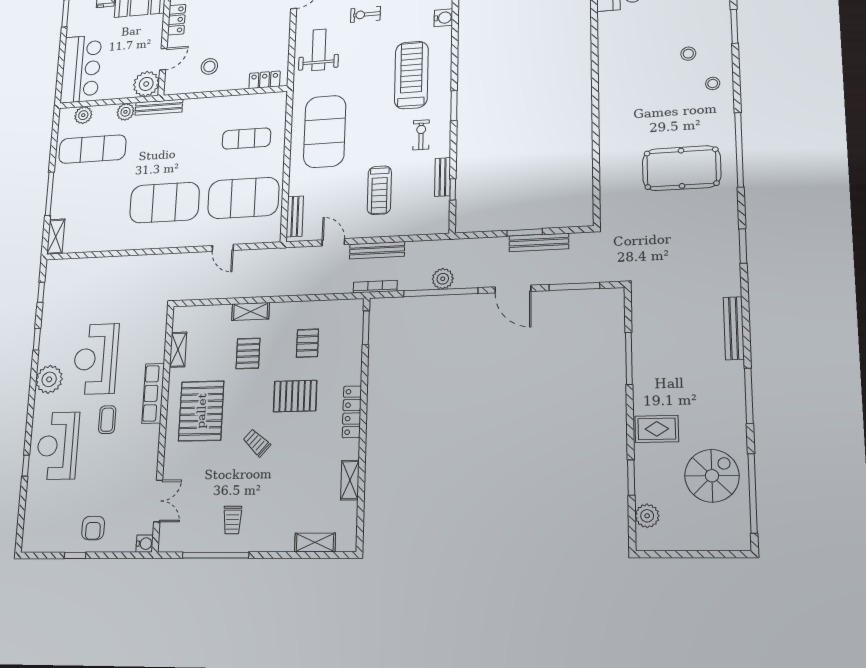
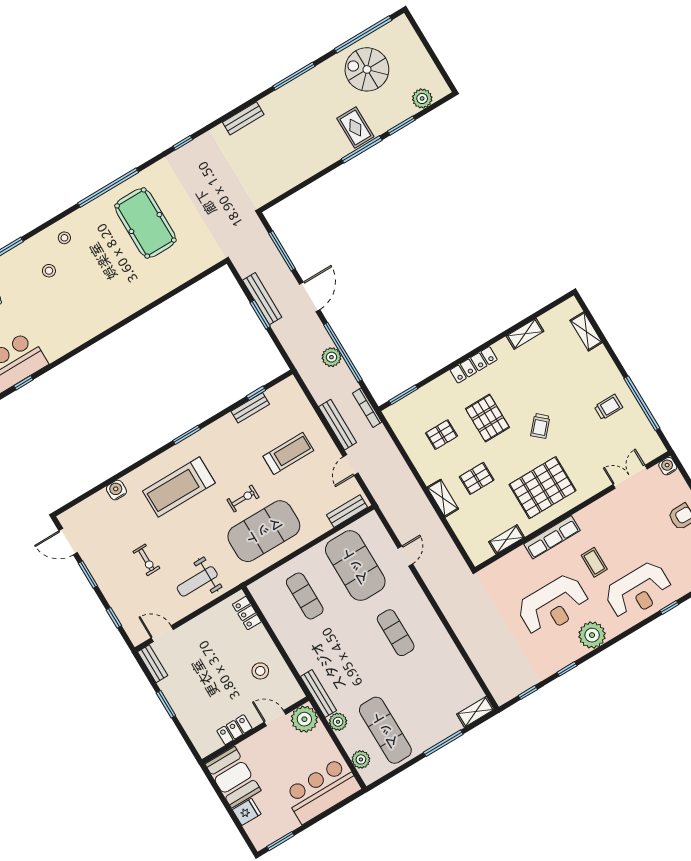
exercise bike: (421, 135) -> (243, 499), moved, turned 180
exercise mat: (164, 203) -> (396, 633), width x0.50, depth x0.69
window: (743, 246) -> (183, 143), width x0.67
bench: (734, 328) -> (243, 118), width x0.73
window: (629, 358) -> (362, 149), moved
coffee table: (107, 420) -> (594, 562), turned 90

